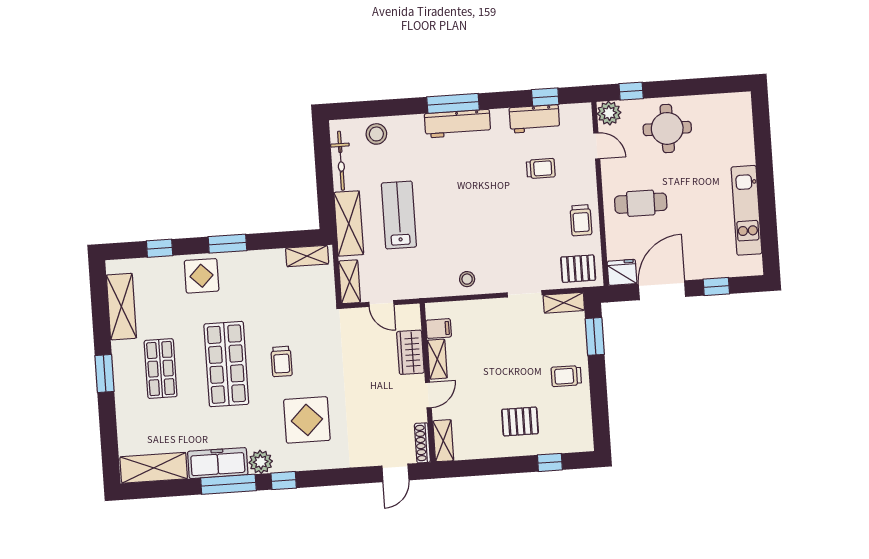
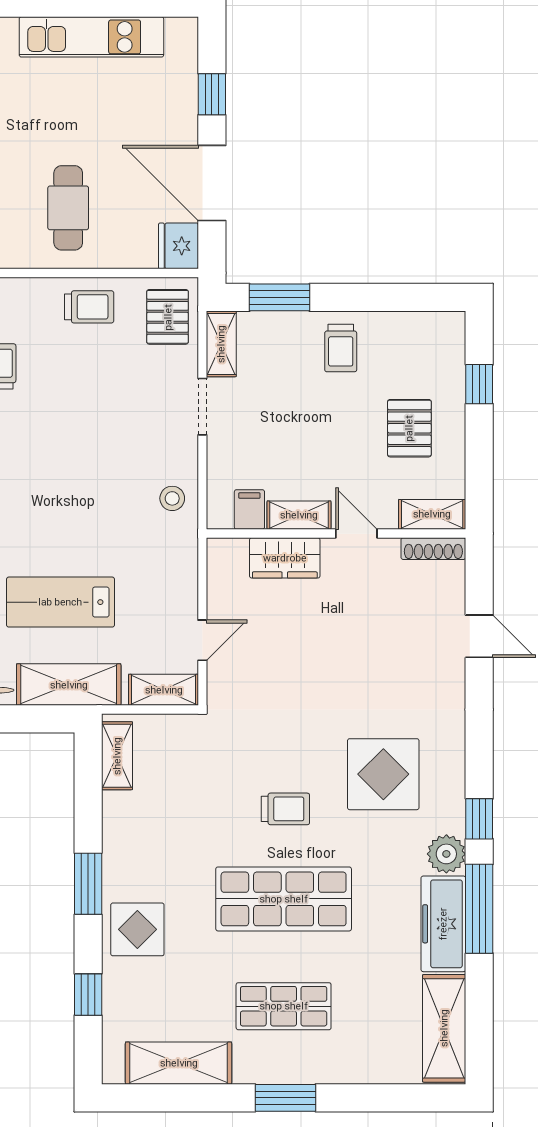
filing cabinet: (439, 329) -> (249, 510), moved
wardrobe: (410, 352) -> (285, 558), moved
shelving: (437, 359) -> (299, 515), moved
wall: (428, 383) -> (336, 534), moved
door: (428, 395) -> (356, 534), moved
shelving: (443, 441) -> (432, 514), moved
shoe rack: (422, 443) -> (433, 549), moved

